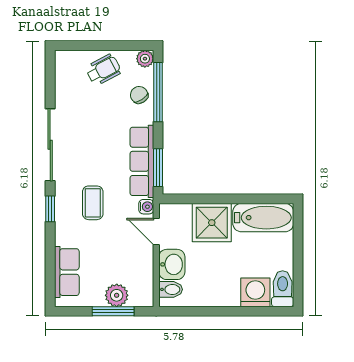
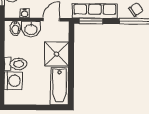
water cooler: (146, 207) -> (25, 13), moved
toilet: (283, 289) -> (15, 64), moved

